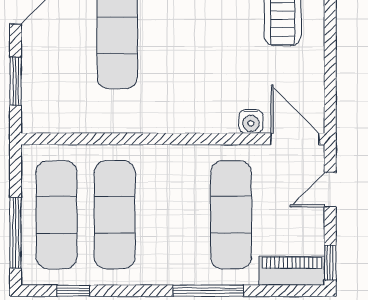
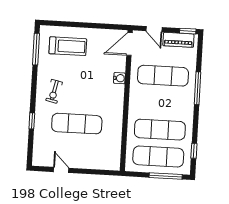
window: (16, 81) -> (95, 172), removed
water cooler: (251, 121) -> (119, 78), moved
piano: (292, 271) -> (178, 40), moved, turned -90

